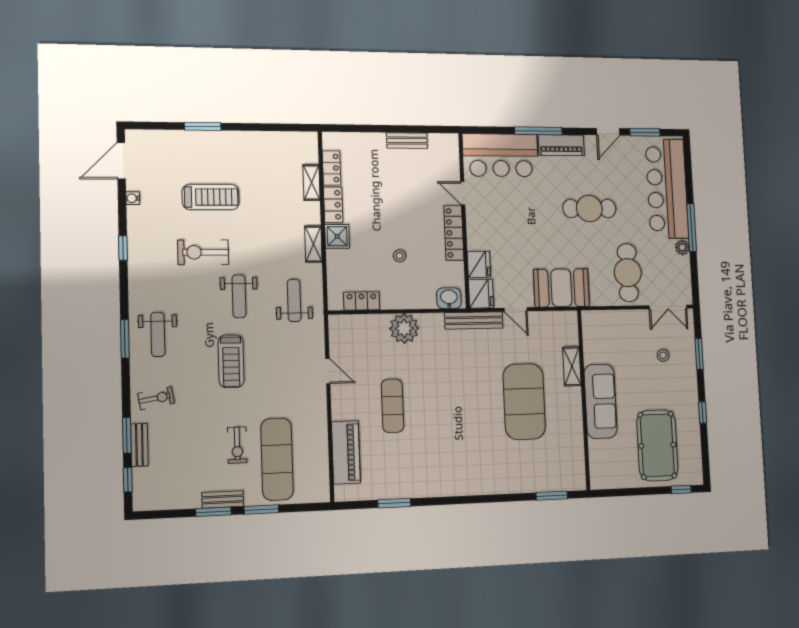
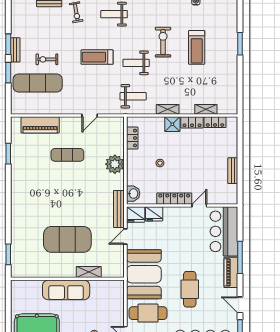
booth: (561, 288) -> (144, 274), width x1.36, depth x1.42

